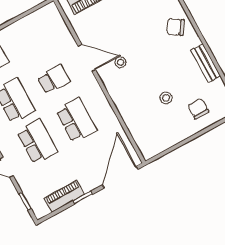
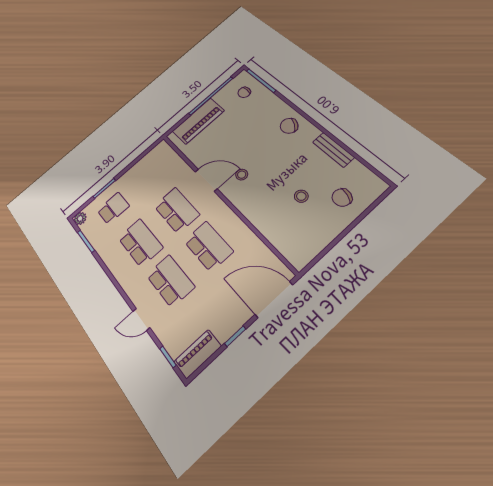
school desk: (54, 79) -> (177, 210), width x1.85
chair: (198, 109) -> (342, 198), turned -72
door: (120, 177) -> (274, 300), hinge flipped
piano: (64, 196) -> (198, 354), moved

